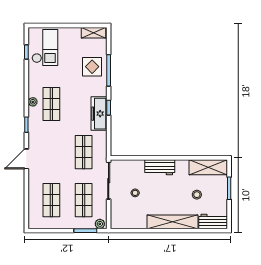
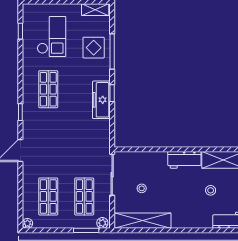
checkout: (45, 48) -> (52, 37), moved
plant: (33, 102) -> (27, 223), moved
shop shelf: (84, 152) -> (84, 143), removed
workbench: (160, 167) -> (184, 160), moved
shelving: (172, 222) -> (143, 221), moved

